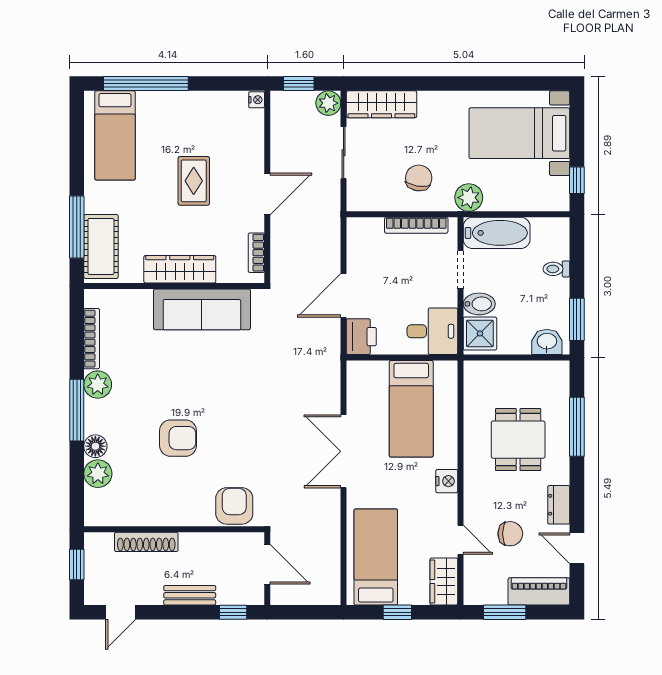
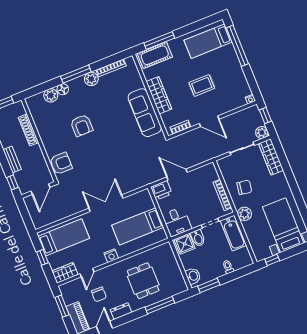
dining table: (518, 440) -> (143, 281), turned 90

